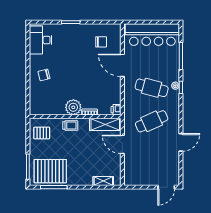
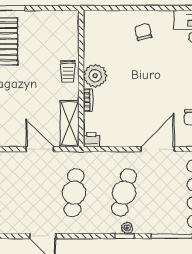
cafe table: (152, 121) -> (74, 193), turned 30
pallet: (42, 133) -> (57, 29), removed
door: (122, 144) -> (40, 149), hinge flipped

